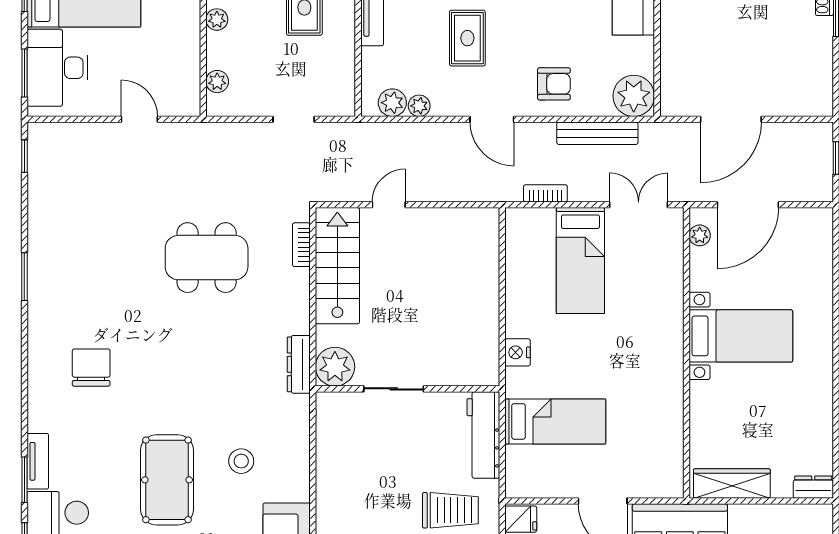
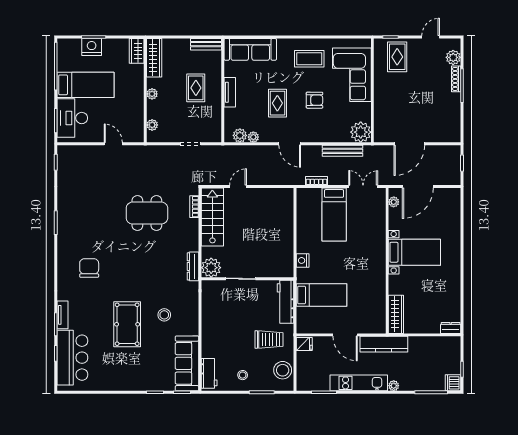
armchair: (554, 84) -> (315, 100), moved
wardrobe: (732, 484) -> (396, 314), moved, turned 90

